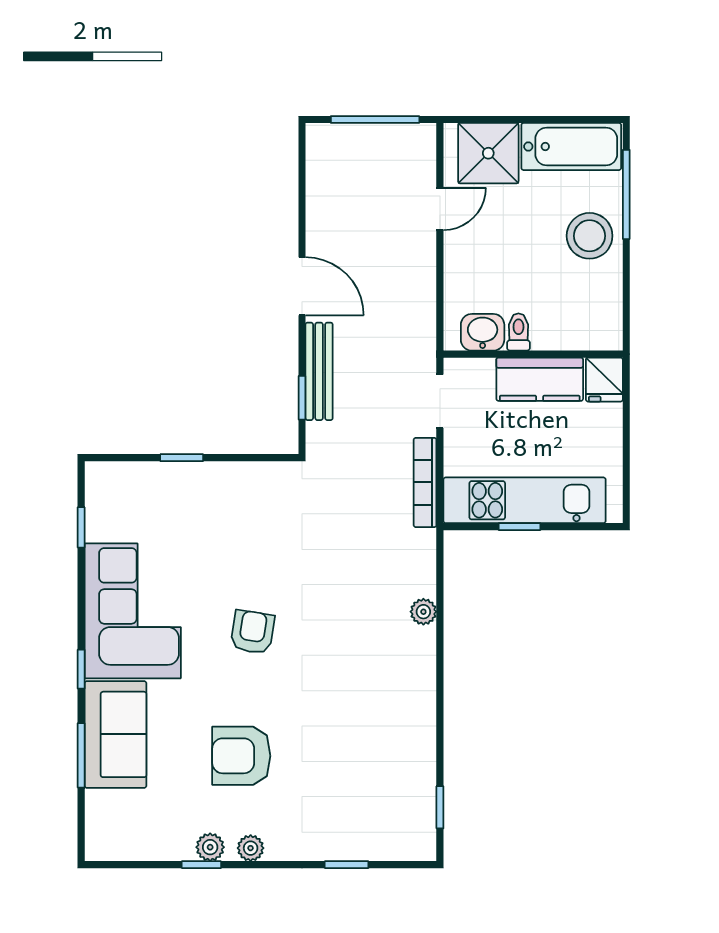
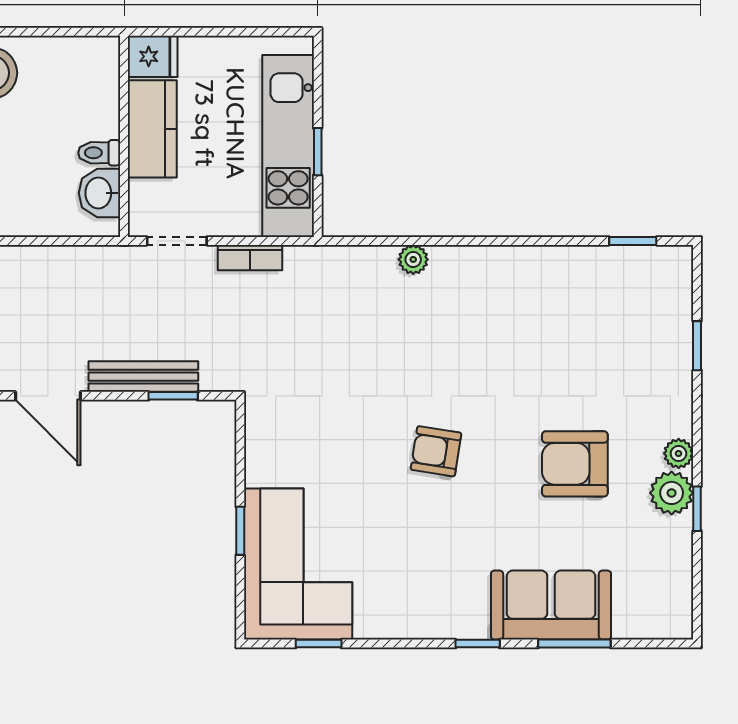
door: (302, 286) -> (48, 396), swing flipped
bookcase: (425, 482) -> (250, 258), width x0.64
corner sofa: (133, 611) -> (298, 564), moved, turned 90
armchair: (241, 756) -> (575, 464), turned 90
plant: (210, 847) -> (672, 493), width x1.38, depth x1.38

